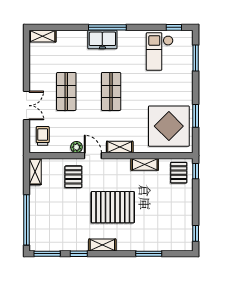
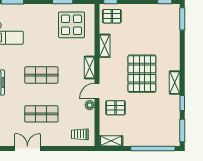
double door: (27, 106) -> (27, 148), moved
display table: (169, 126) -> (71, 25), width x0.73, depth x0.73
window: (149, 254) -> (182, 19), moved

